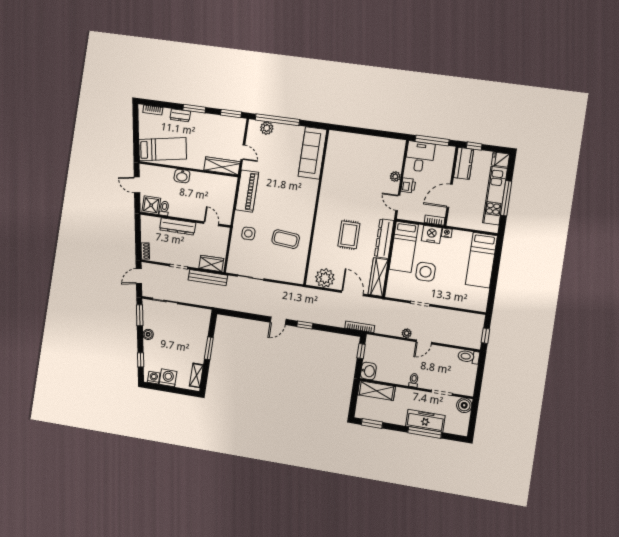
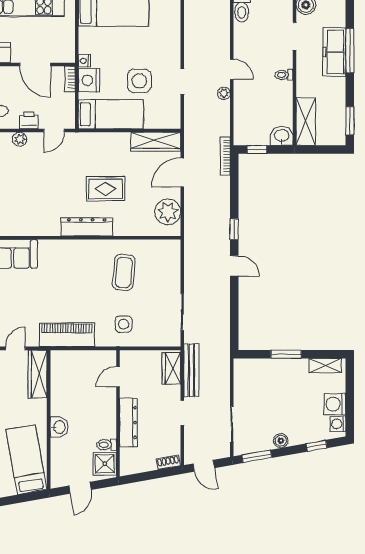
dresser: (384, 239) -> (87, 227), moved, turned 180

